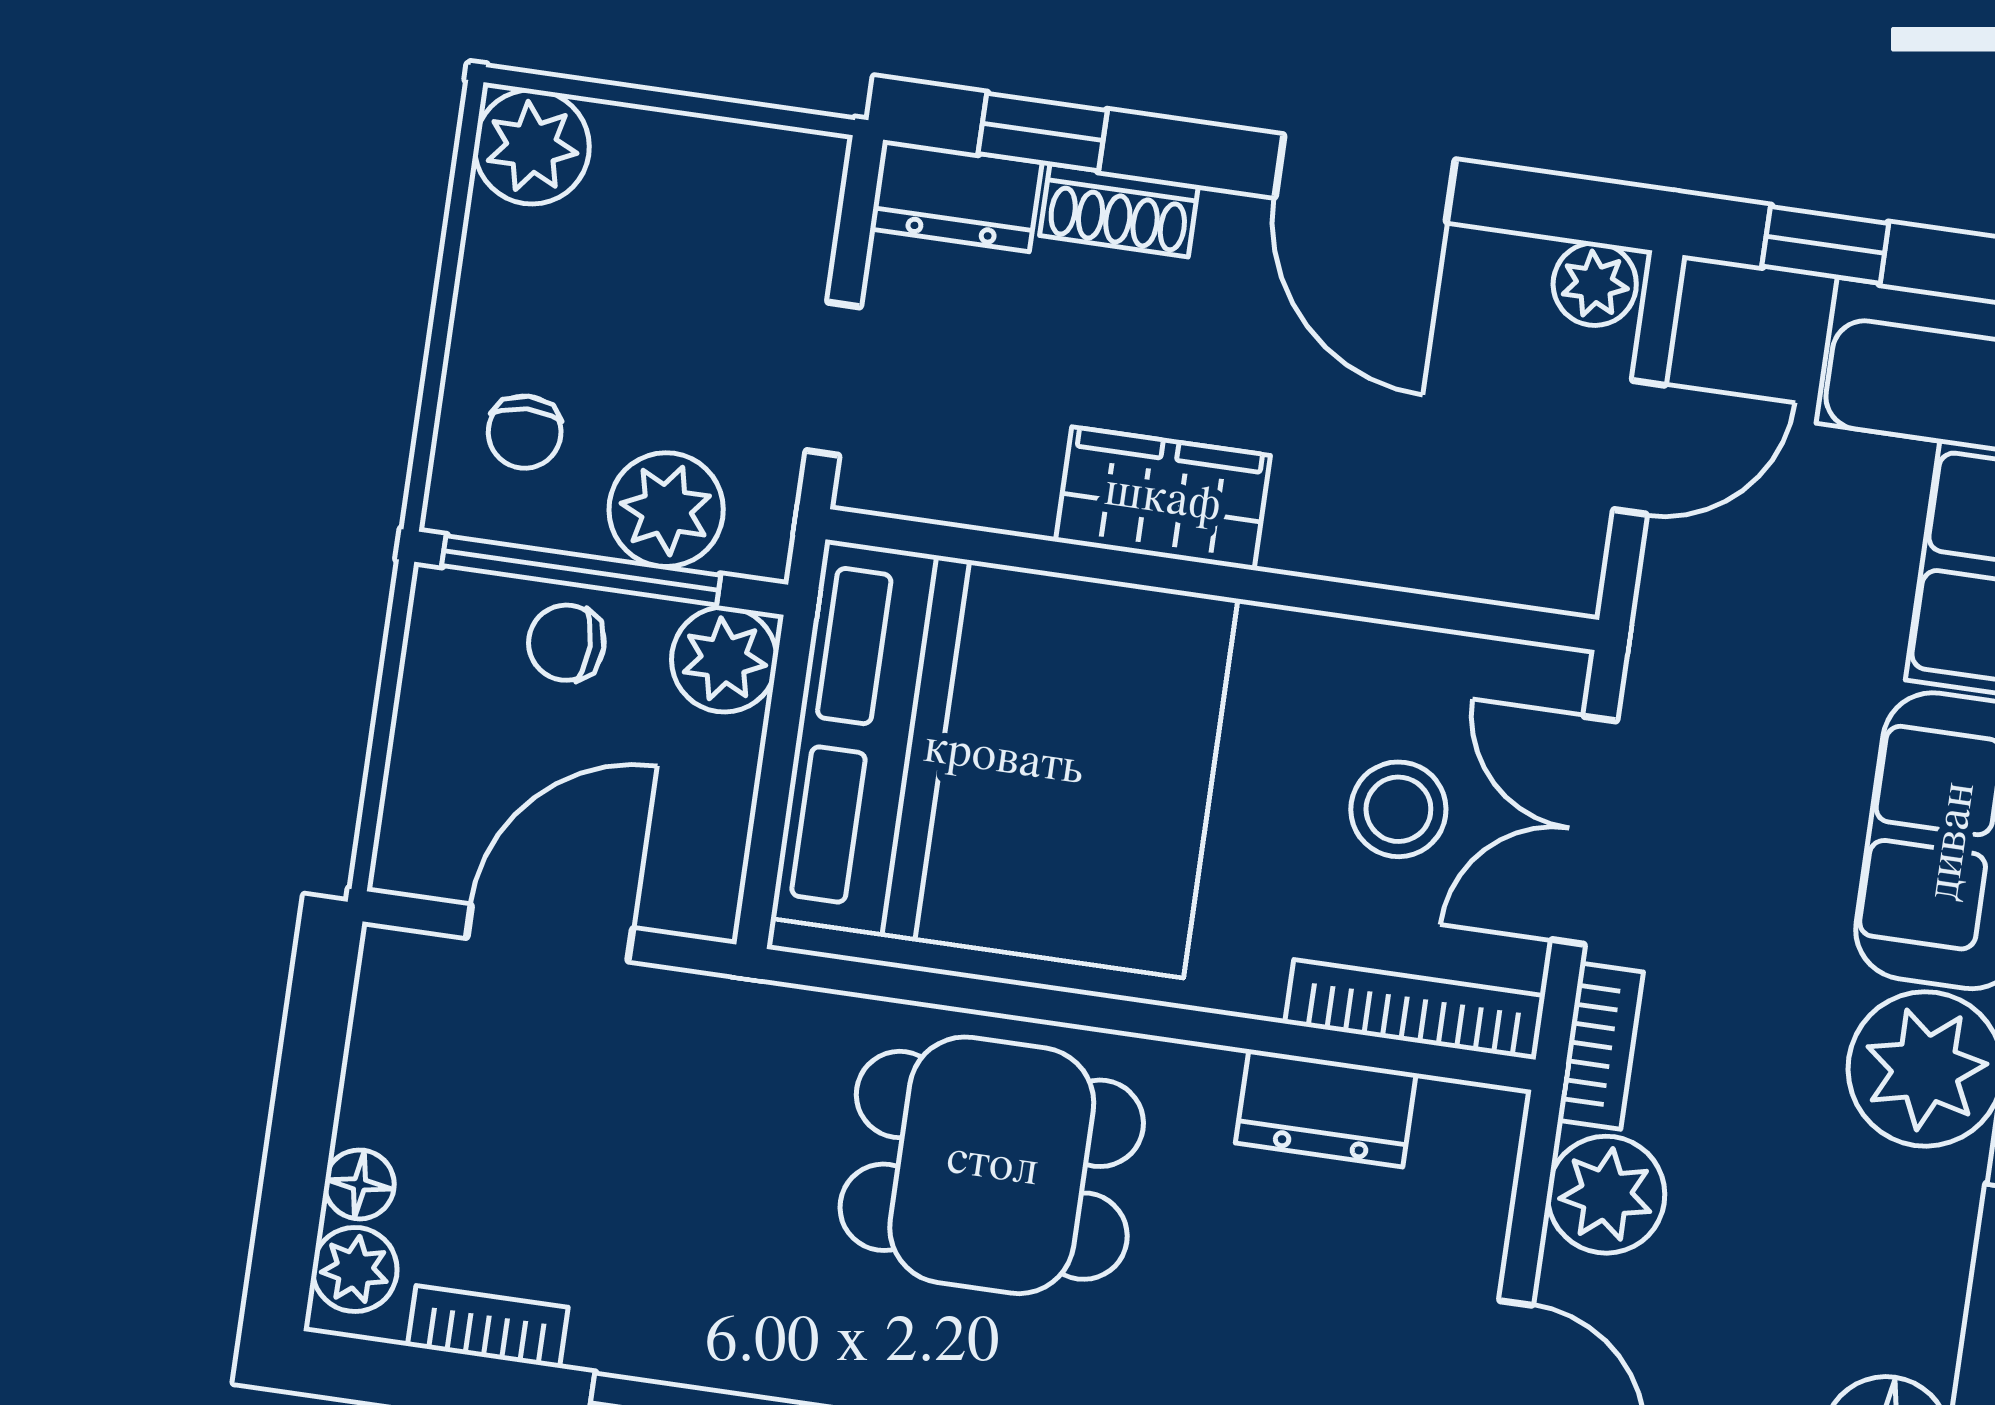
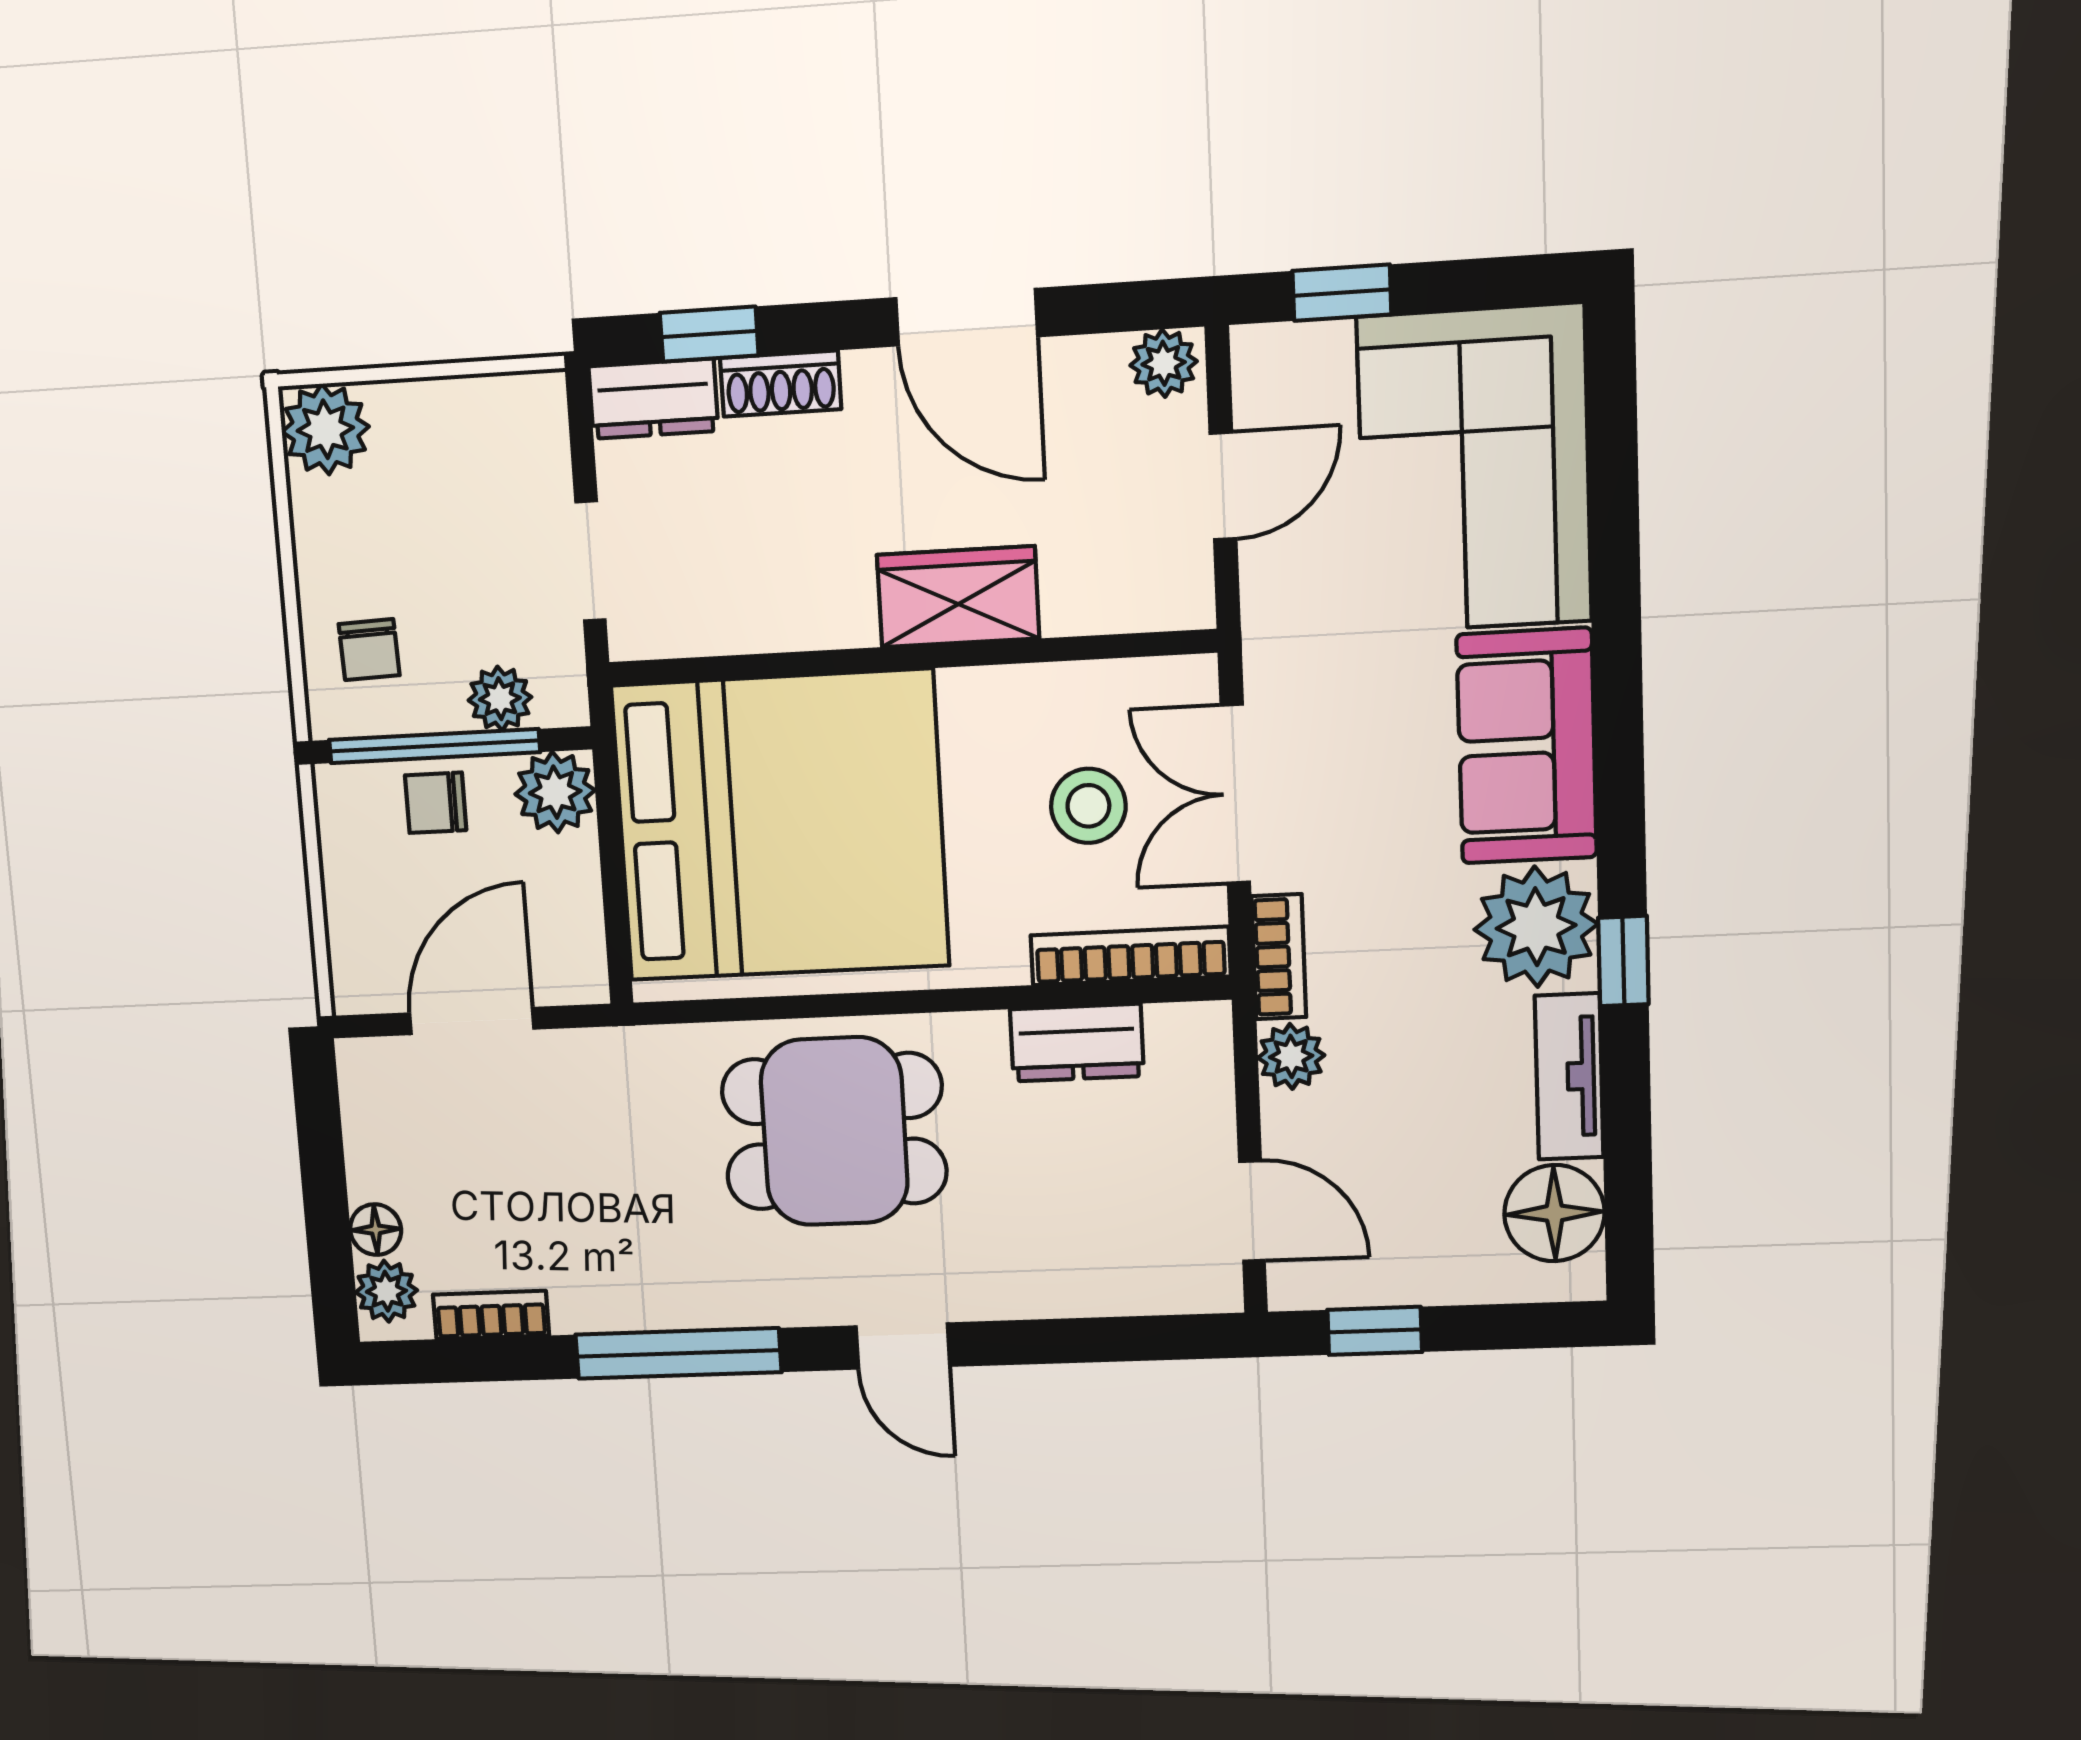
wardrobe: (1163, 499) -> (958, 597), moved
plant: (666, 510) -> (500, 699), width x0.73, depth x0.73
plant: (1606, 1195) -> (1291, 1056), width x0.73, depth x0.73
tv unit: (1934, 1267) -> (1569, 1076), added

